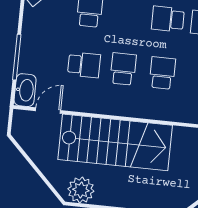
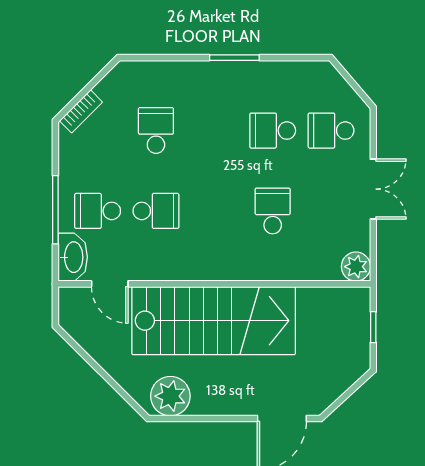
school desk: (123, 69) -> (98, 211), moved, turned -90
door: (48, 111) -> (110, 284), swing flipped

